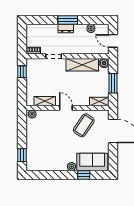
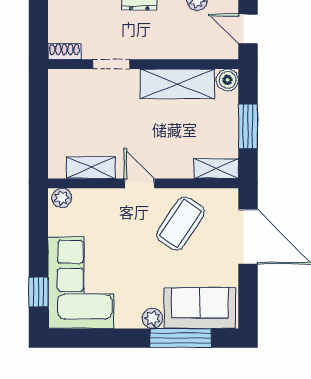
window: (22, 72) -> (38, 100), removed
corner sofa: (40, 151) -> (81, 283), added
window: (84, 175) -> (181, 338), width x2.17

